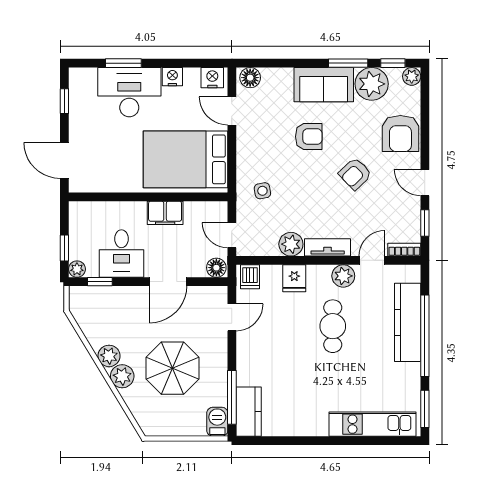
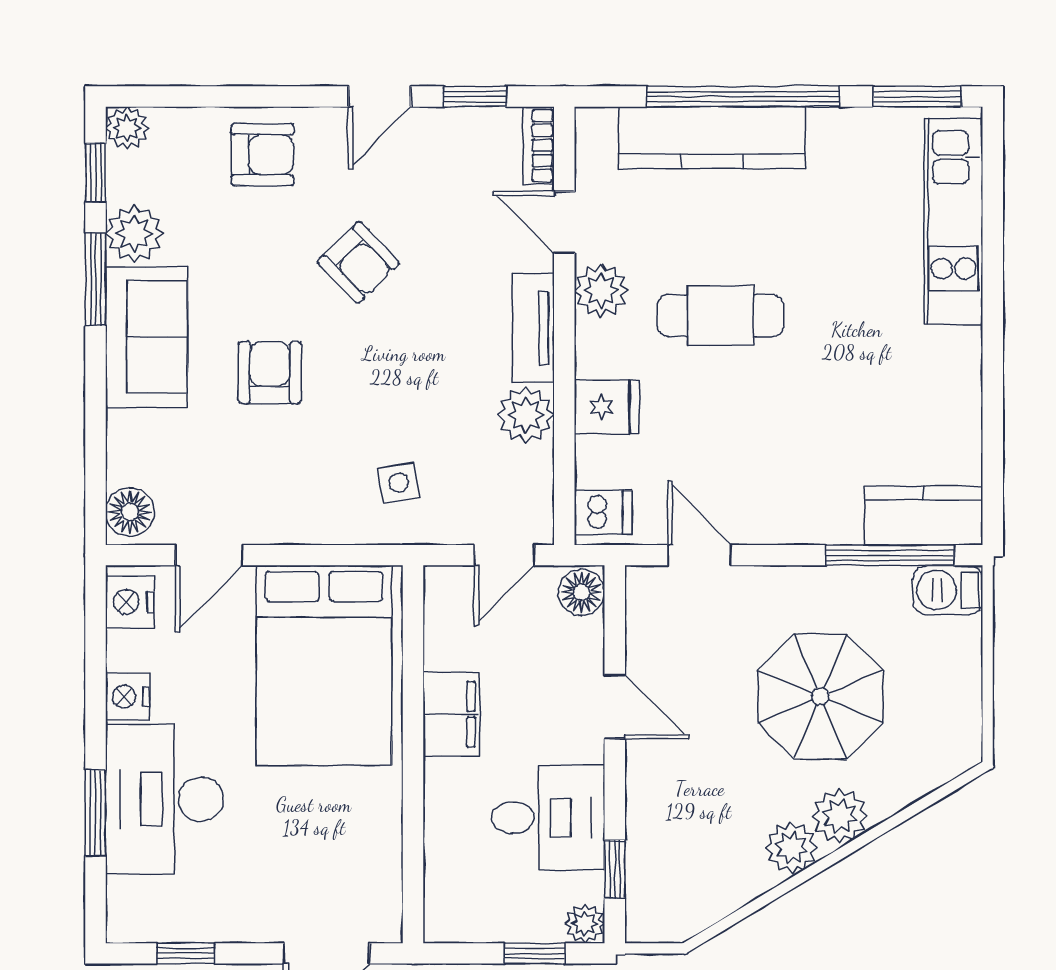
plant: (372, 84) -> (134, 234), width x0.73, depth x0.73
armchair: (400, 133) -> (263, 155), width x0.72, depth x0.72
door: (168, 282) -> (615, 707), width x0.73

